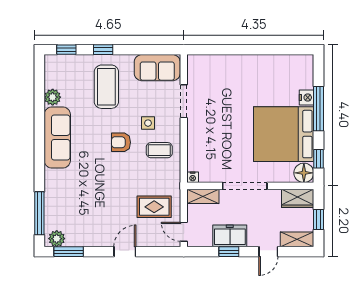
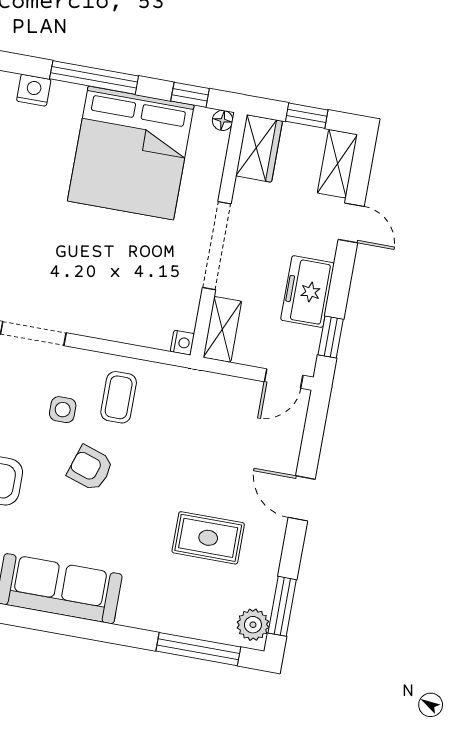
nightstand: (307, 97) -> (34, 90), moved
armchair: (121, 142) -> (90, 468), turned 108
floor lamp: (304, 173) -> (223, 120), width x0.53, depth x0.53
rug: (154, 207) -> (208, 538), moved, turned 90
window: (229, 252) -> (331, 337), moved

